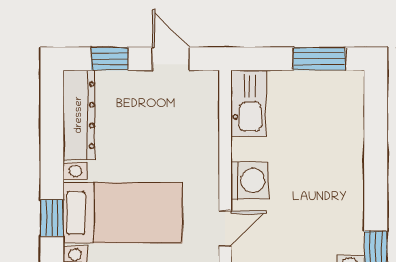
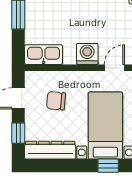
chair: (167, 126) -> (56, 101), added
door: (225, 229) -> (114, 68), hinge flipped

